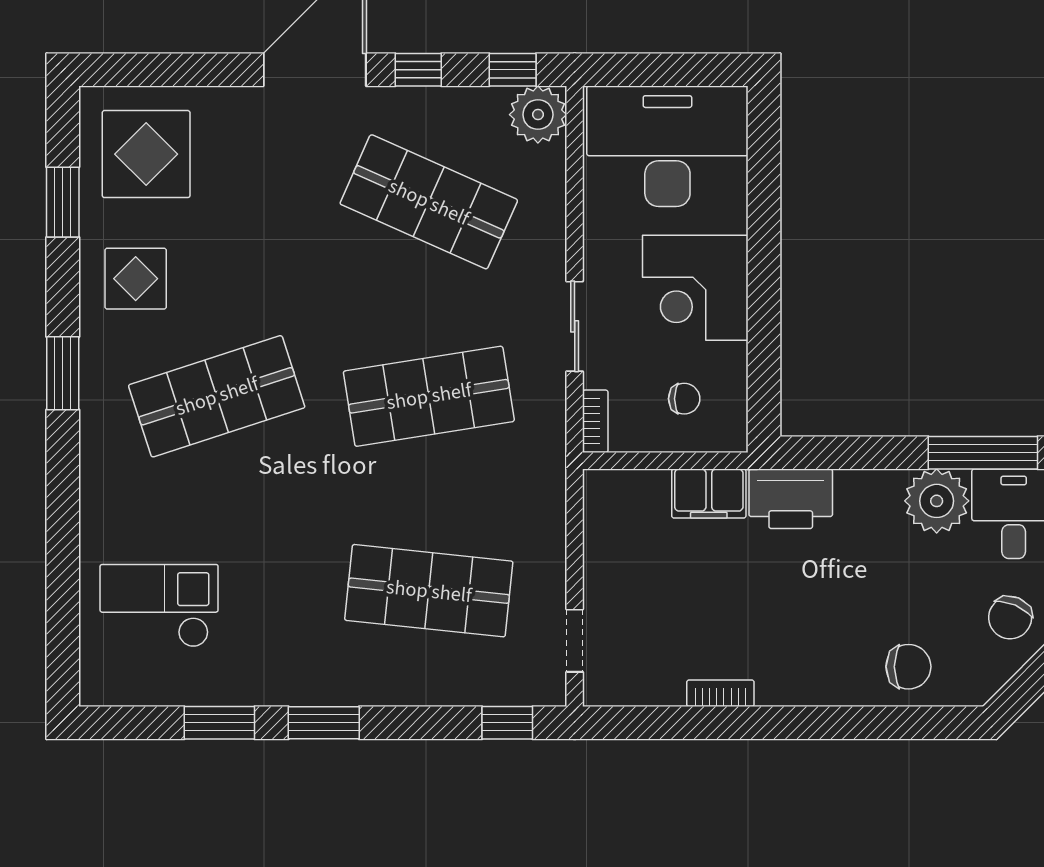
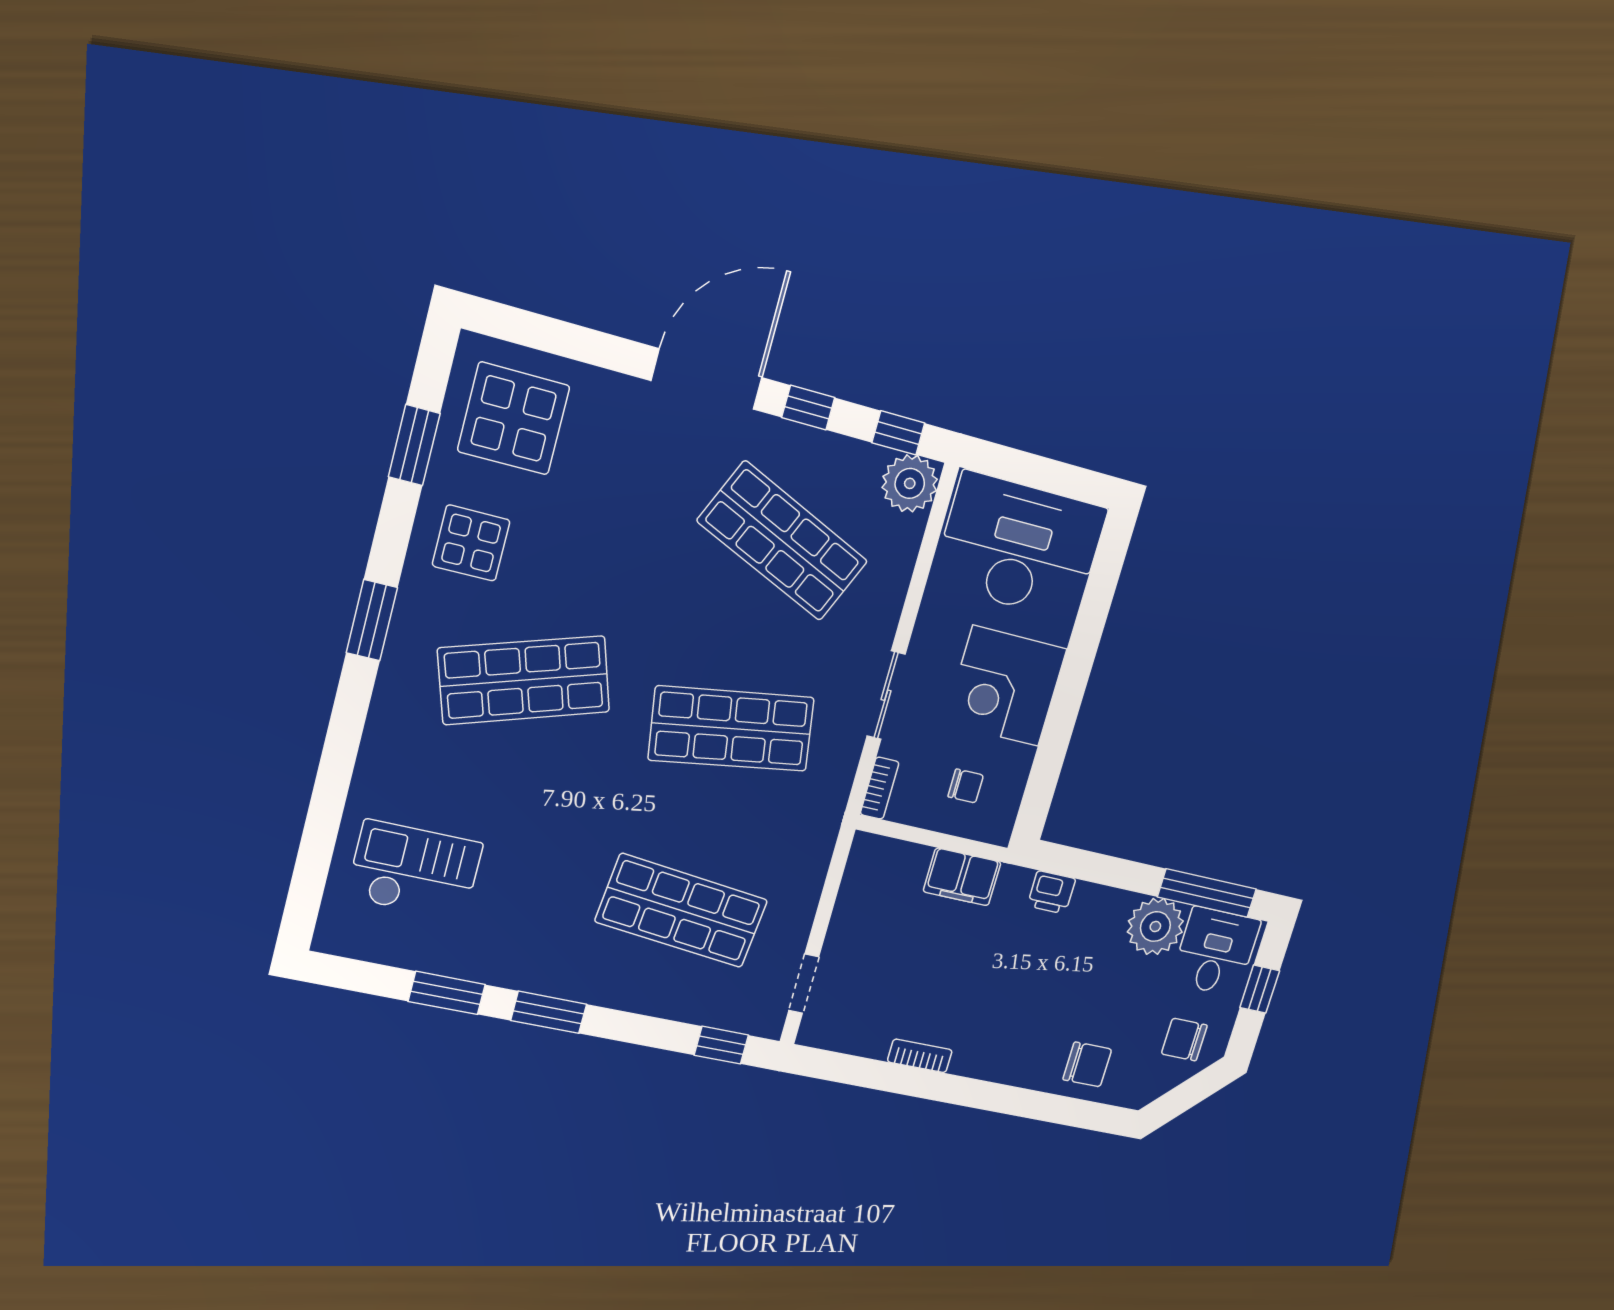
printer: (791, 499) -> (1051, 892), width x0.53, depth x0.68
chair: (1010, 618) -> (1184, 1040), turned 67

